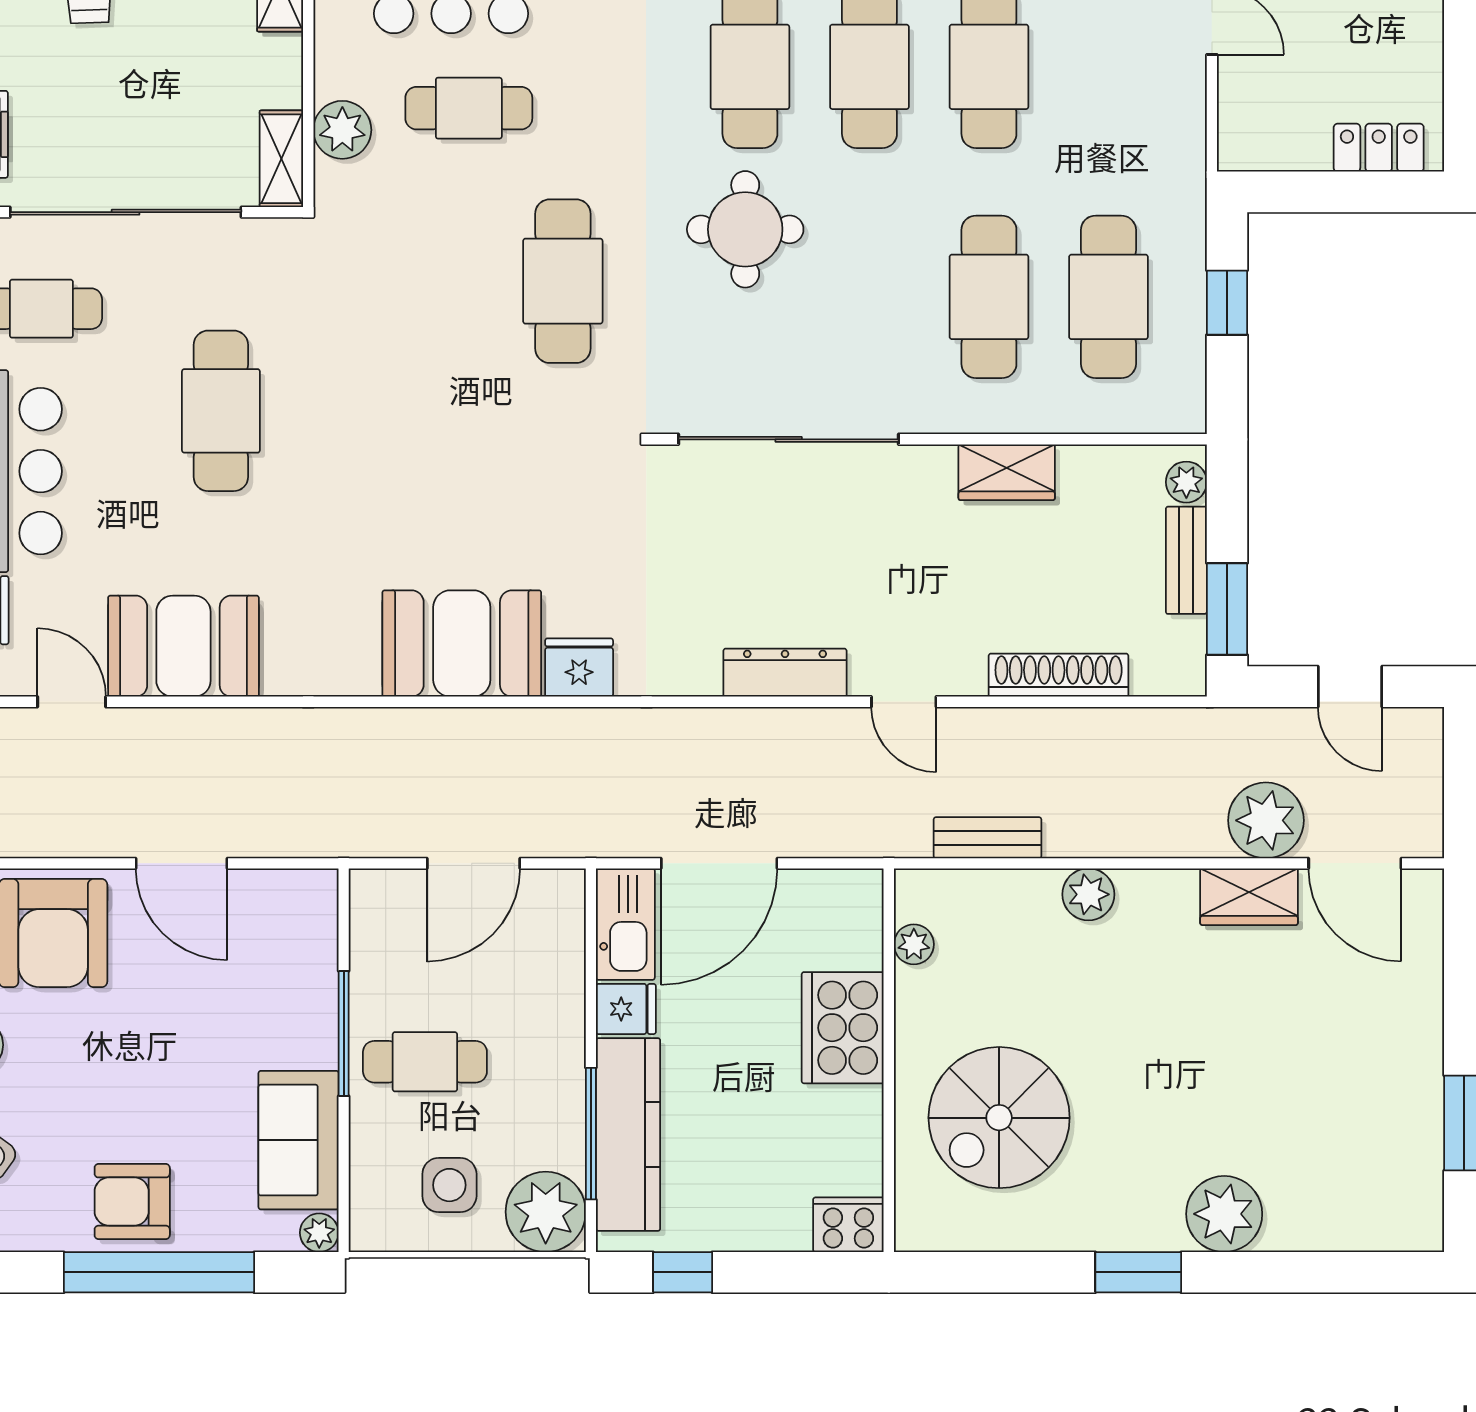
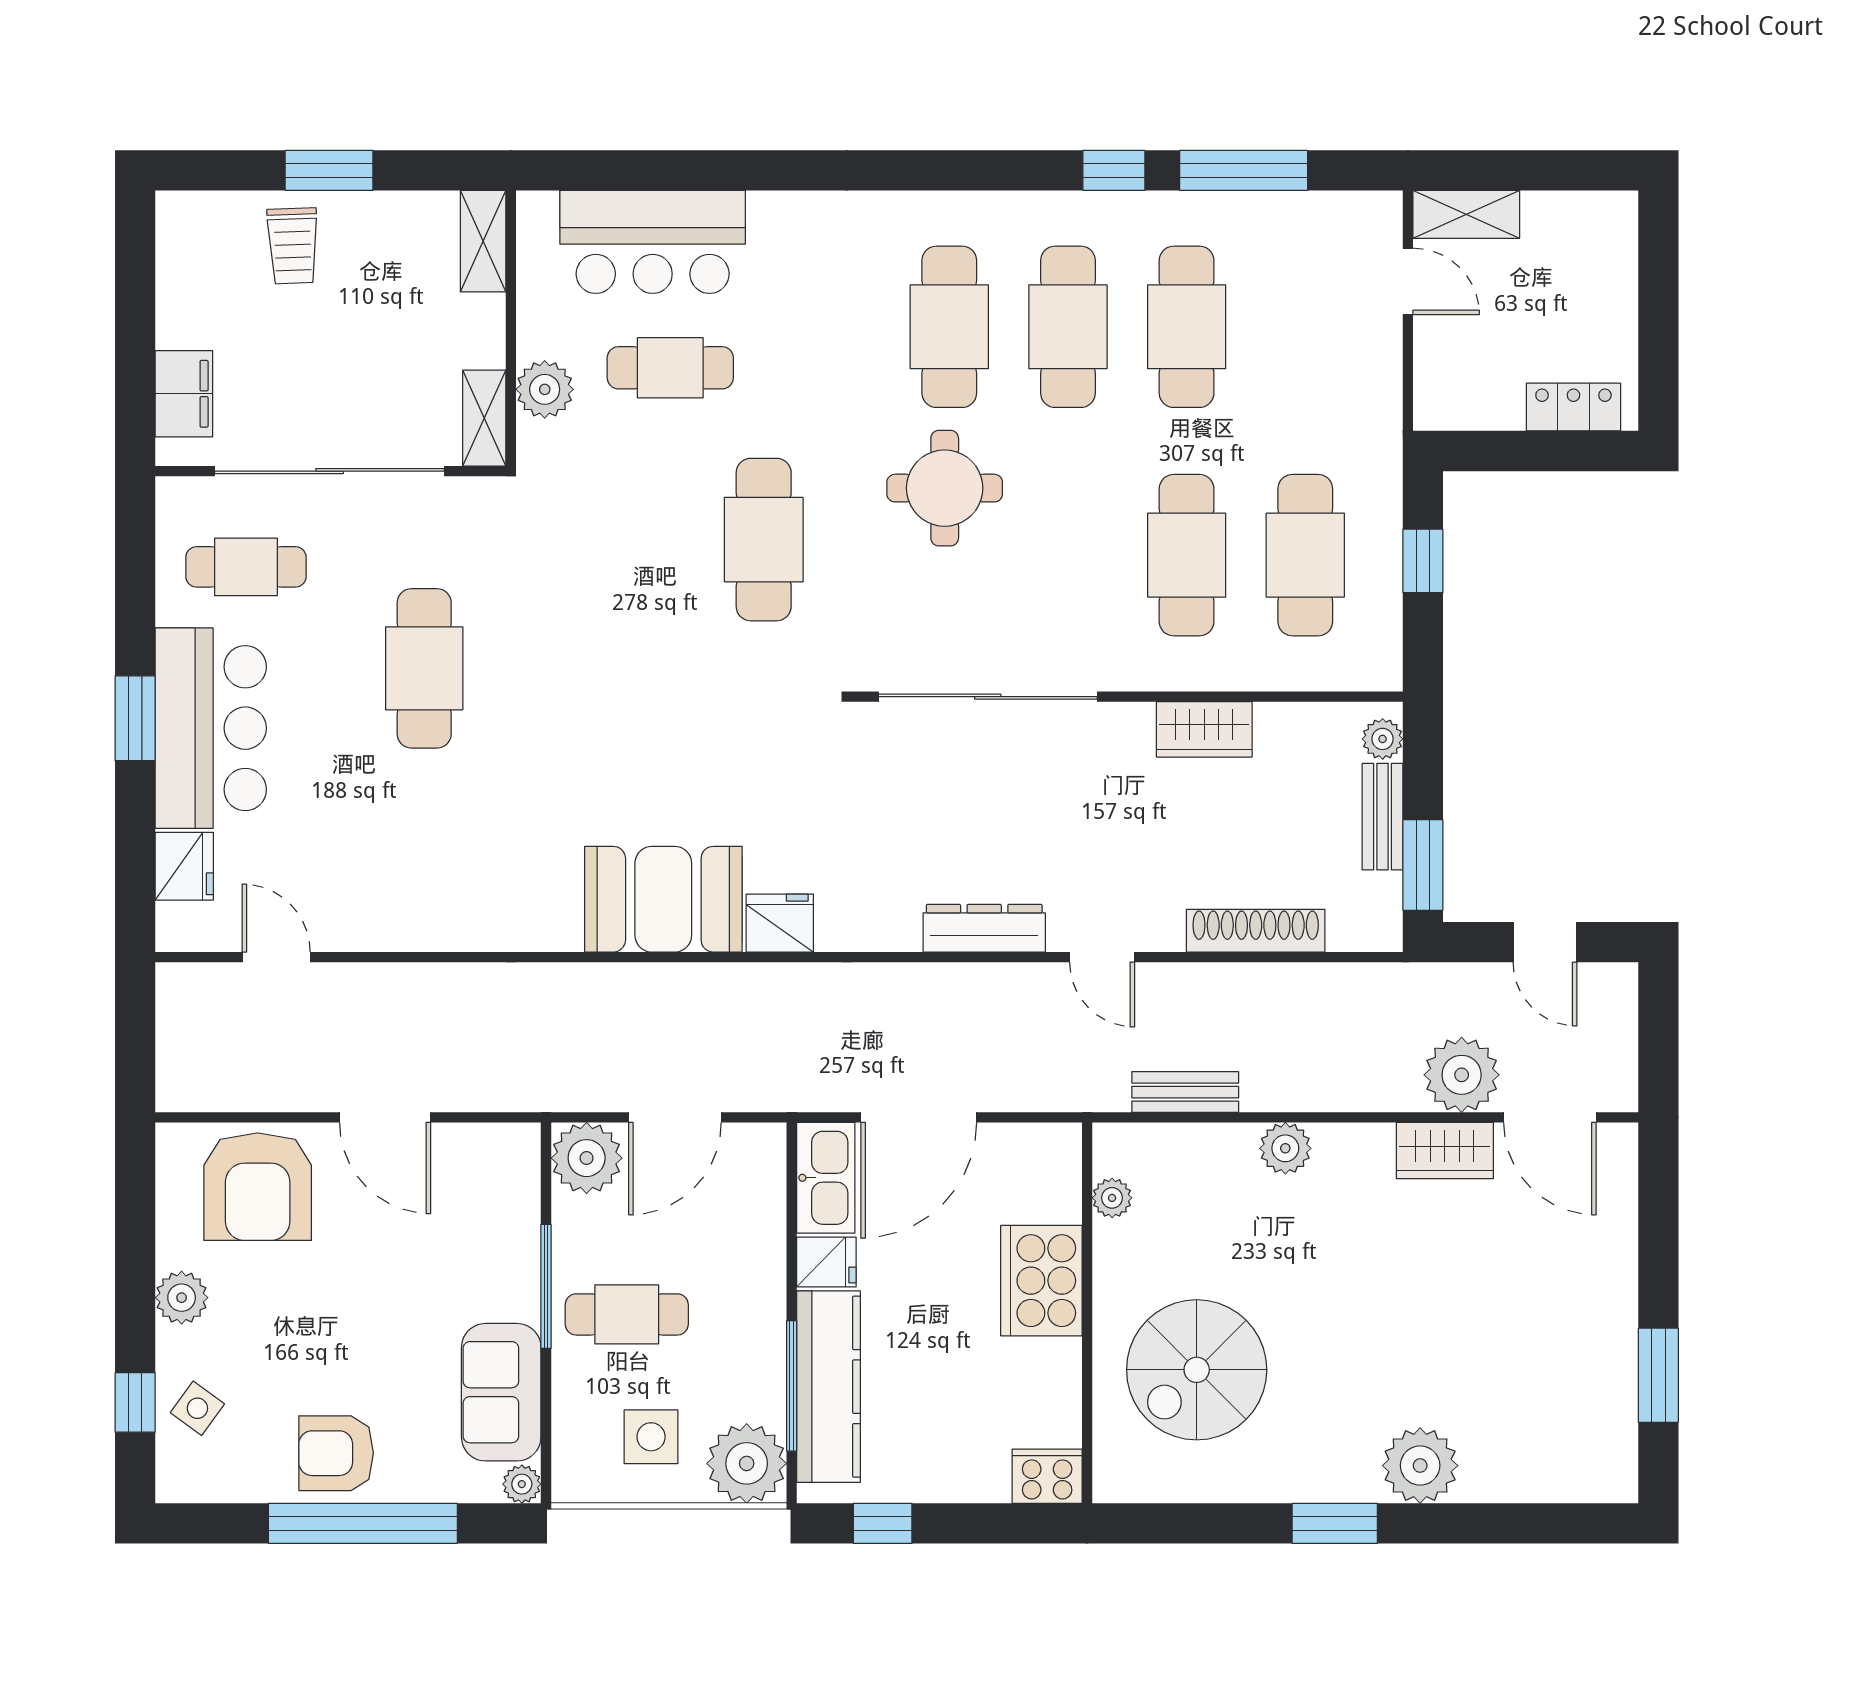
booth: (183, 646) -> (387, 902), removed
plant: (384, 904) -> (587, 1158), added

